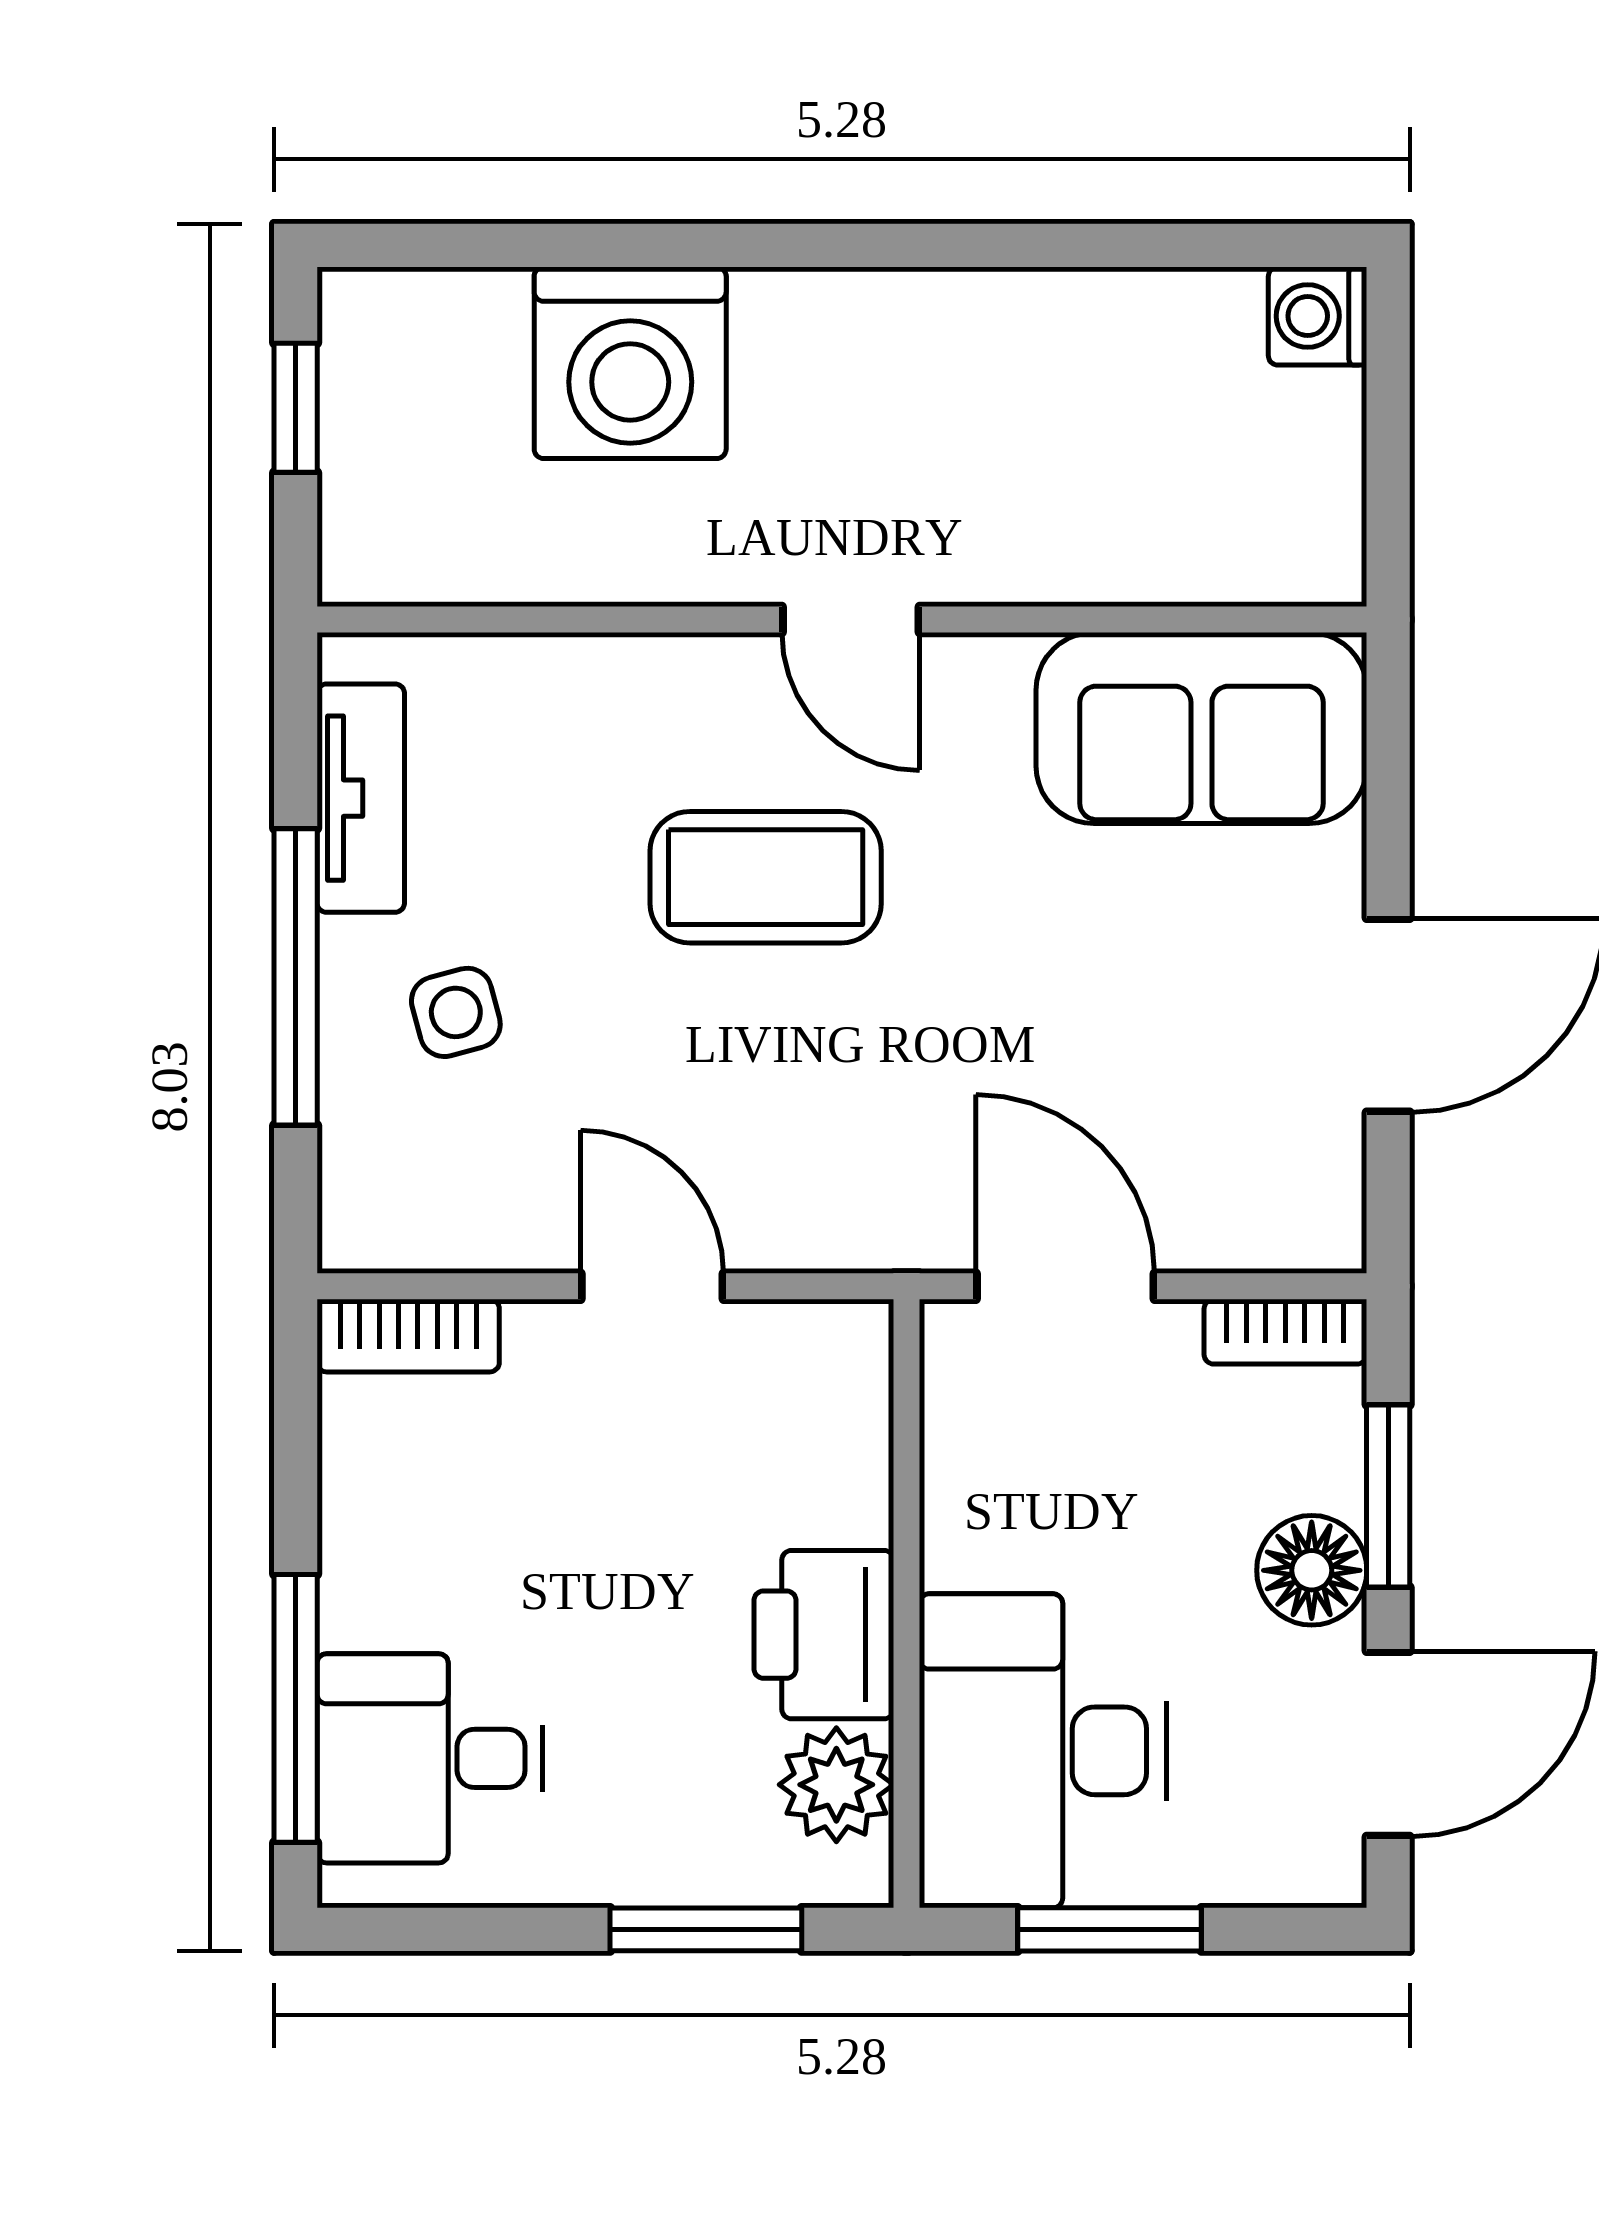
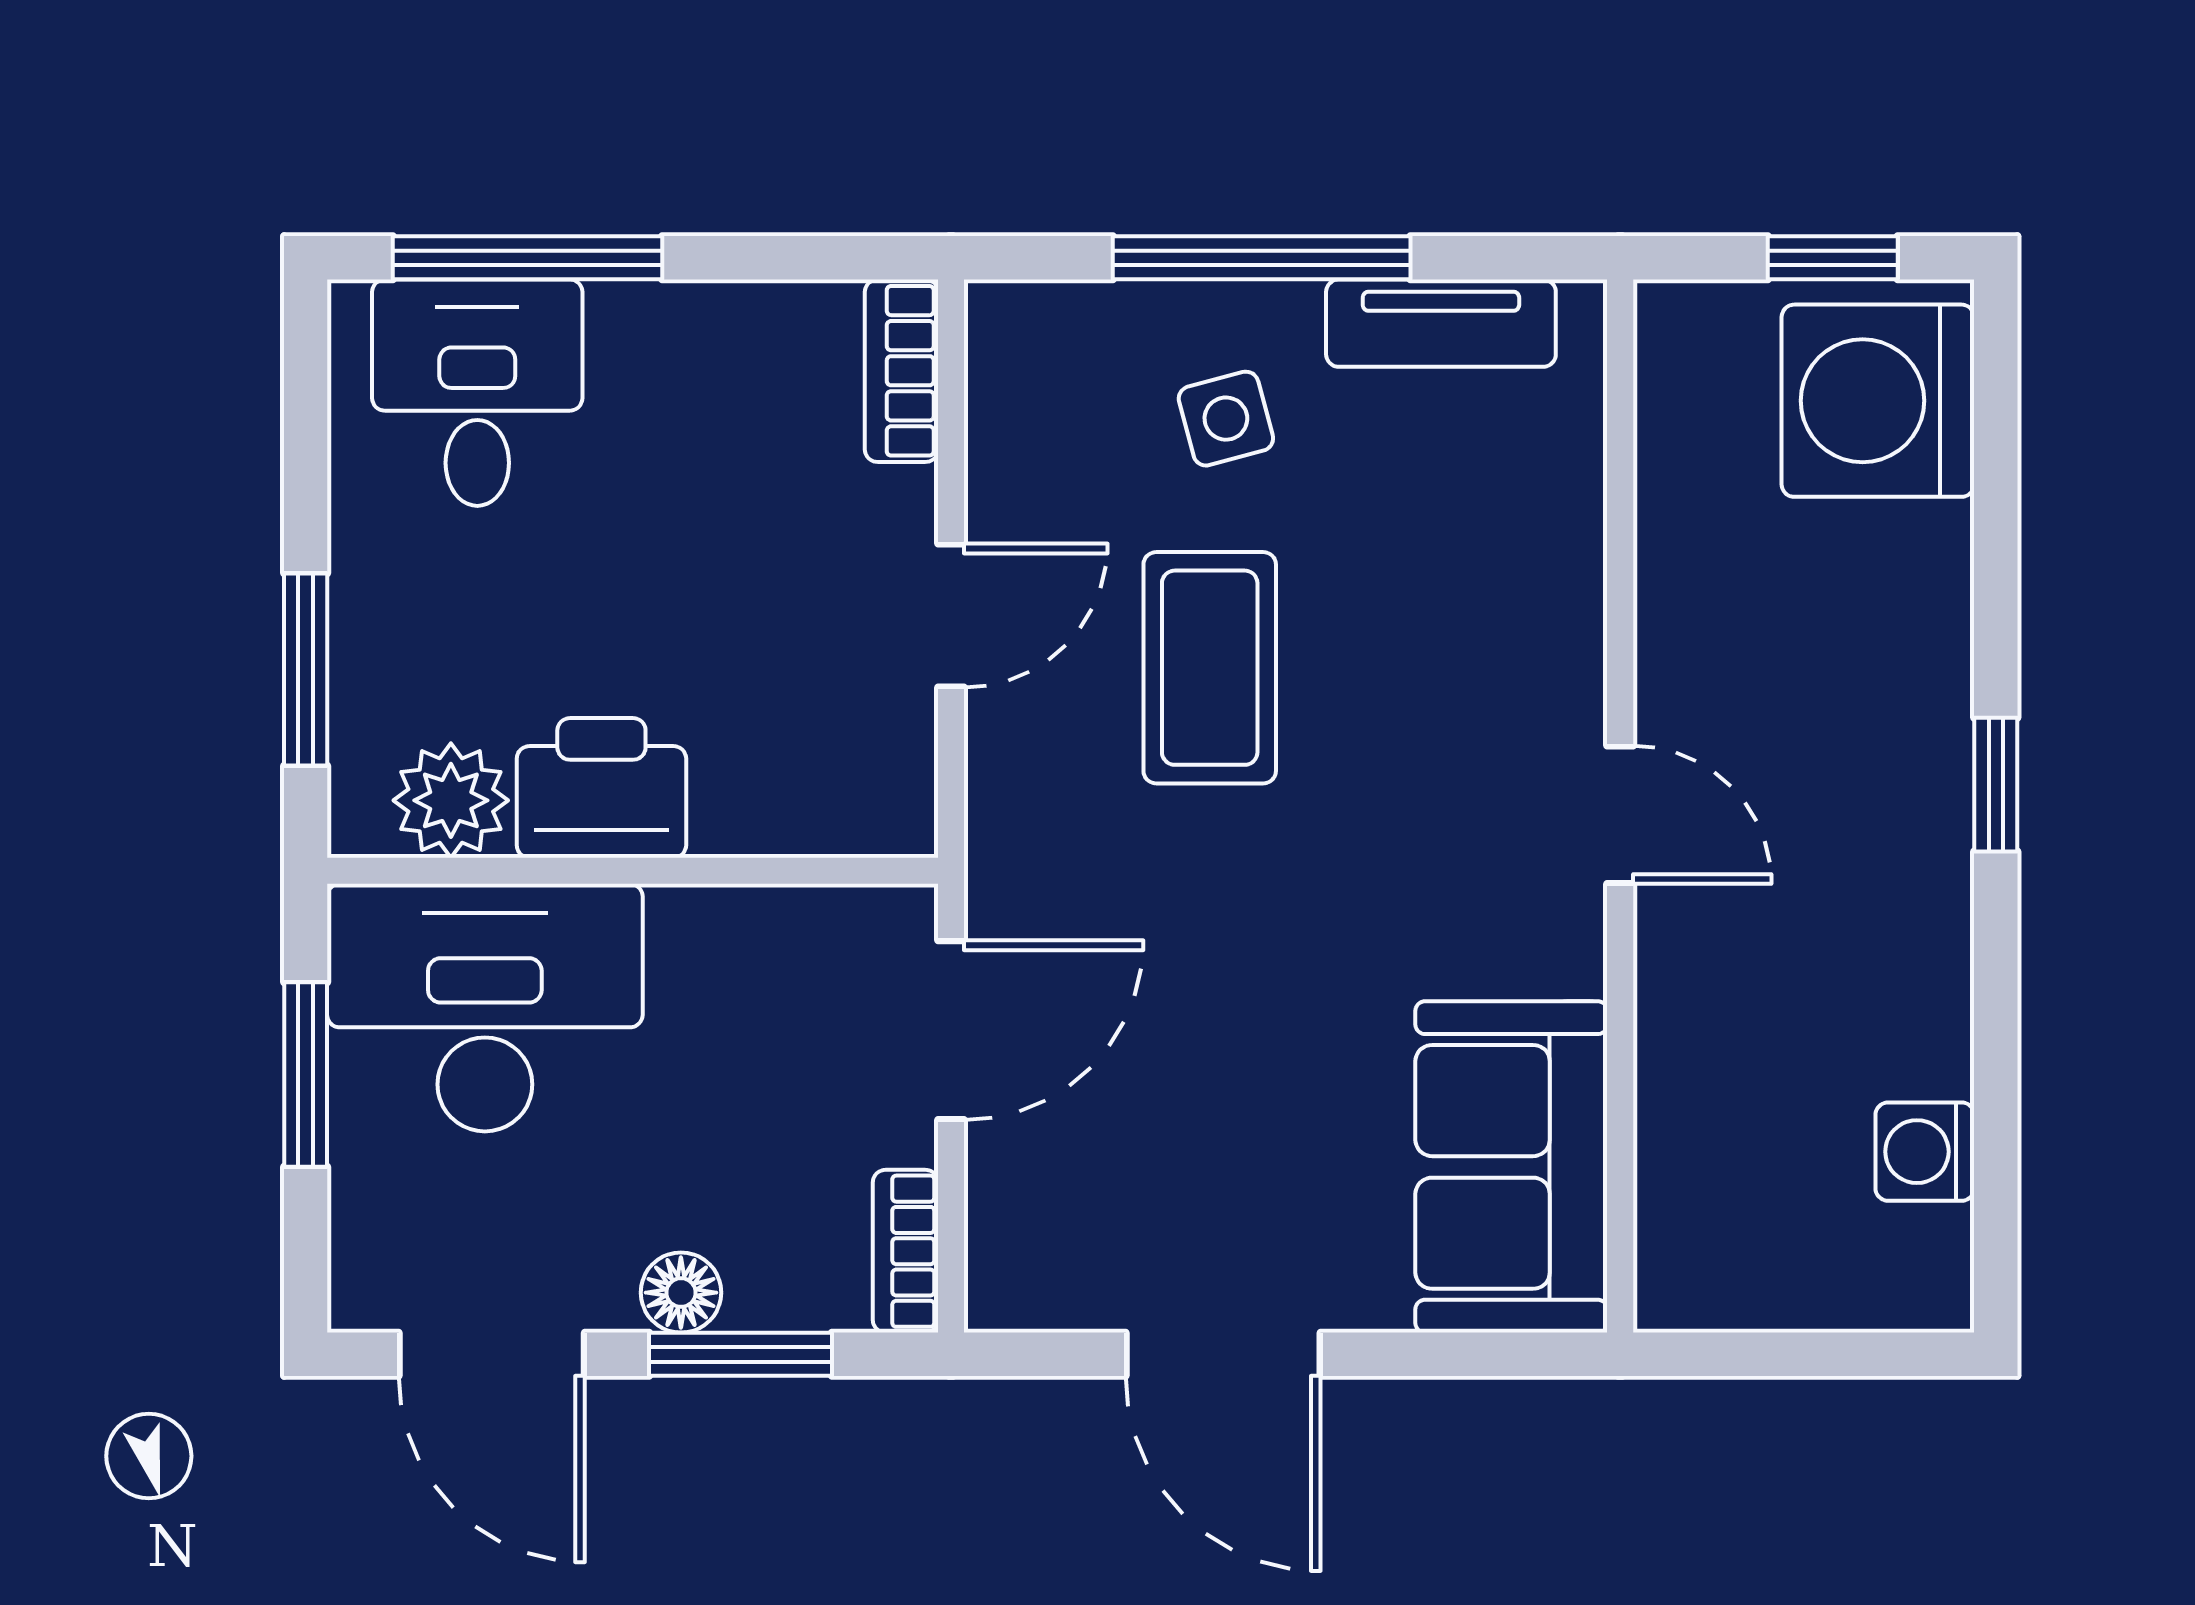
window: (821, 245) -> (1996, 785), added
washing machine: (1318, 316) -> (1925, 1152), moved, turned -90
washing machine: (630, 363) -> (1878, 401), moved
door: (851, 620) -> (1620, 815), swing flipped
coffee table: (766, 877) -> (1210, 668), moved
floor lamp: (1312, 1570) -> (681, 1293), width x0.73, depth x0.73

